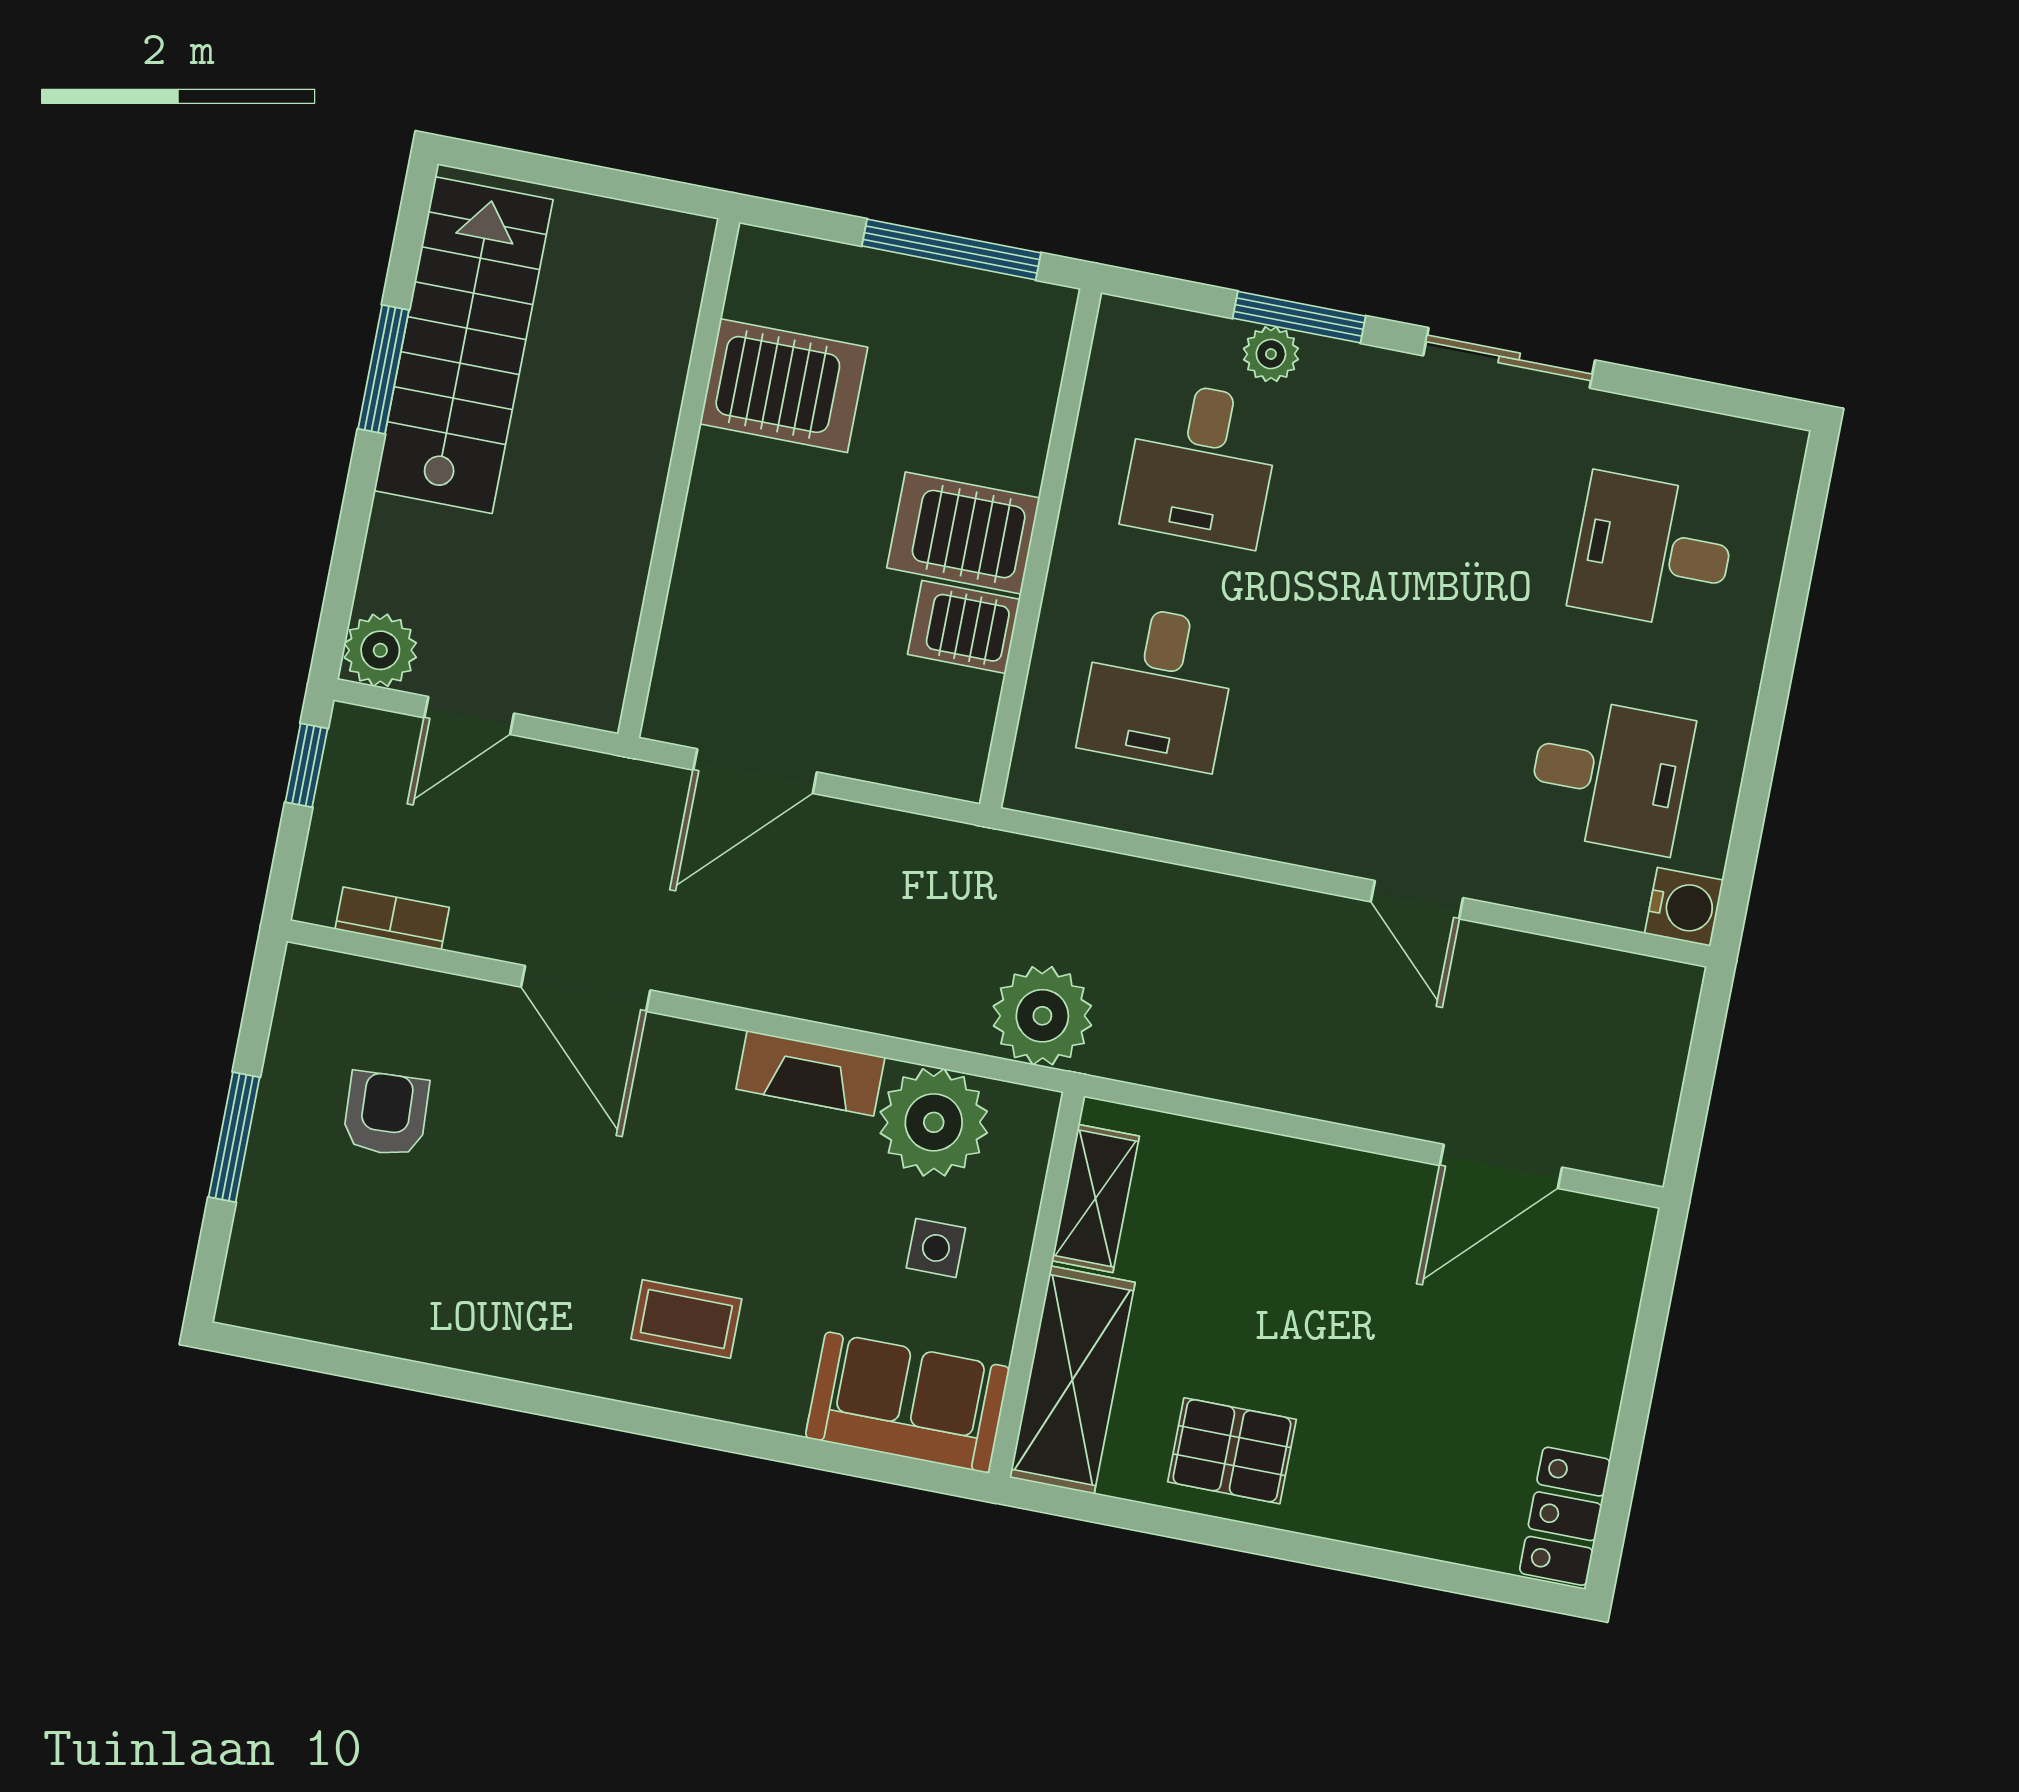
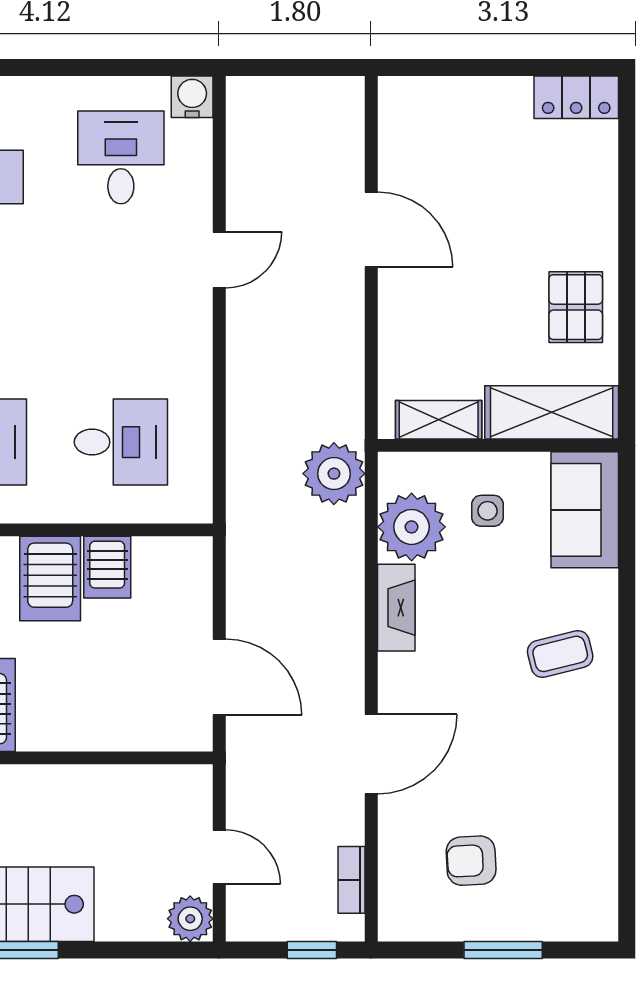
window: (306, 765) -> (312, 950), moved
door: (1501, 1166) -> (371, 229), moved
coffee table: (686, 1319) -> (560, 654), turned 76

